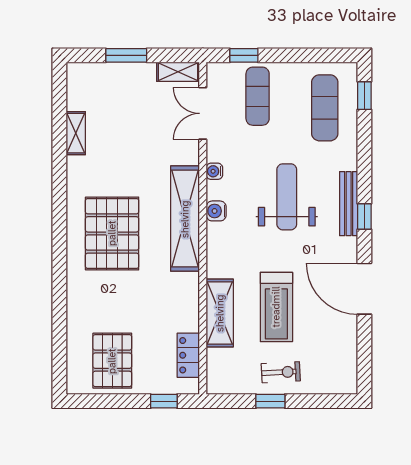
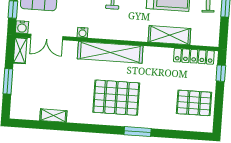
water cooler: (216, 211) -> (22, 27), moved
window: (59, 272) -> (138, 132), added
locker: (188, 355) -> (194, 56), width x1.53

